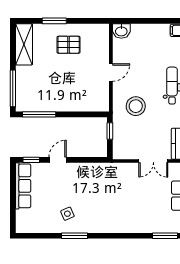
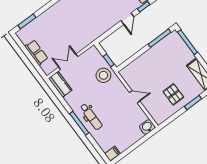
pallet: (69, 45) -> (173, 94), turned 90
door: (111, 72) -> (135, 97), swing flipped
stool: (136, 106) -> (103, 75), moved

